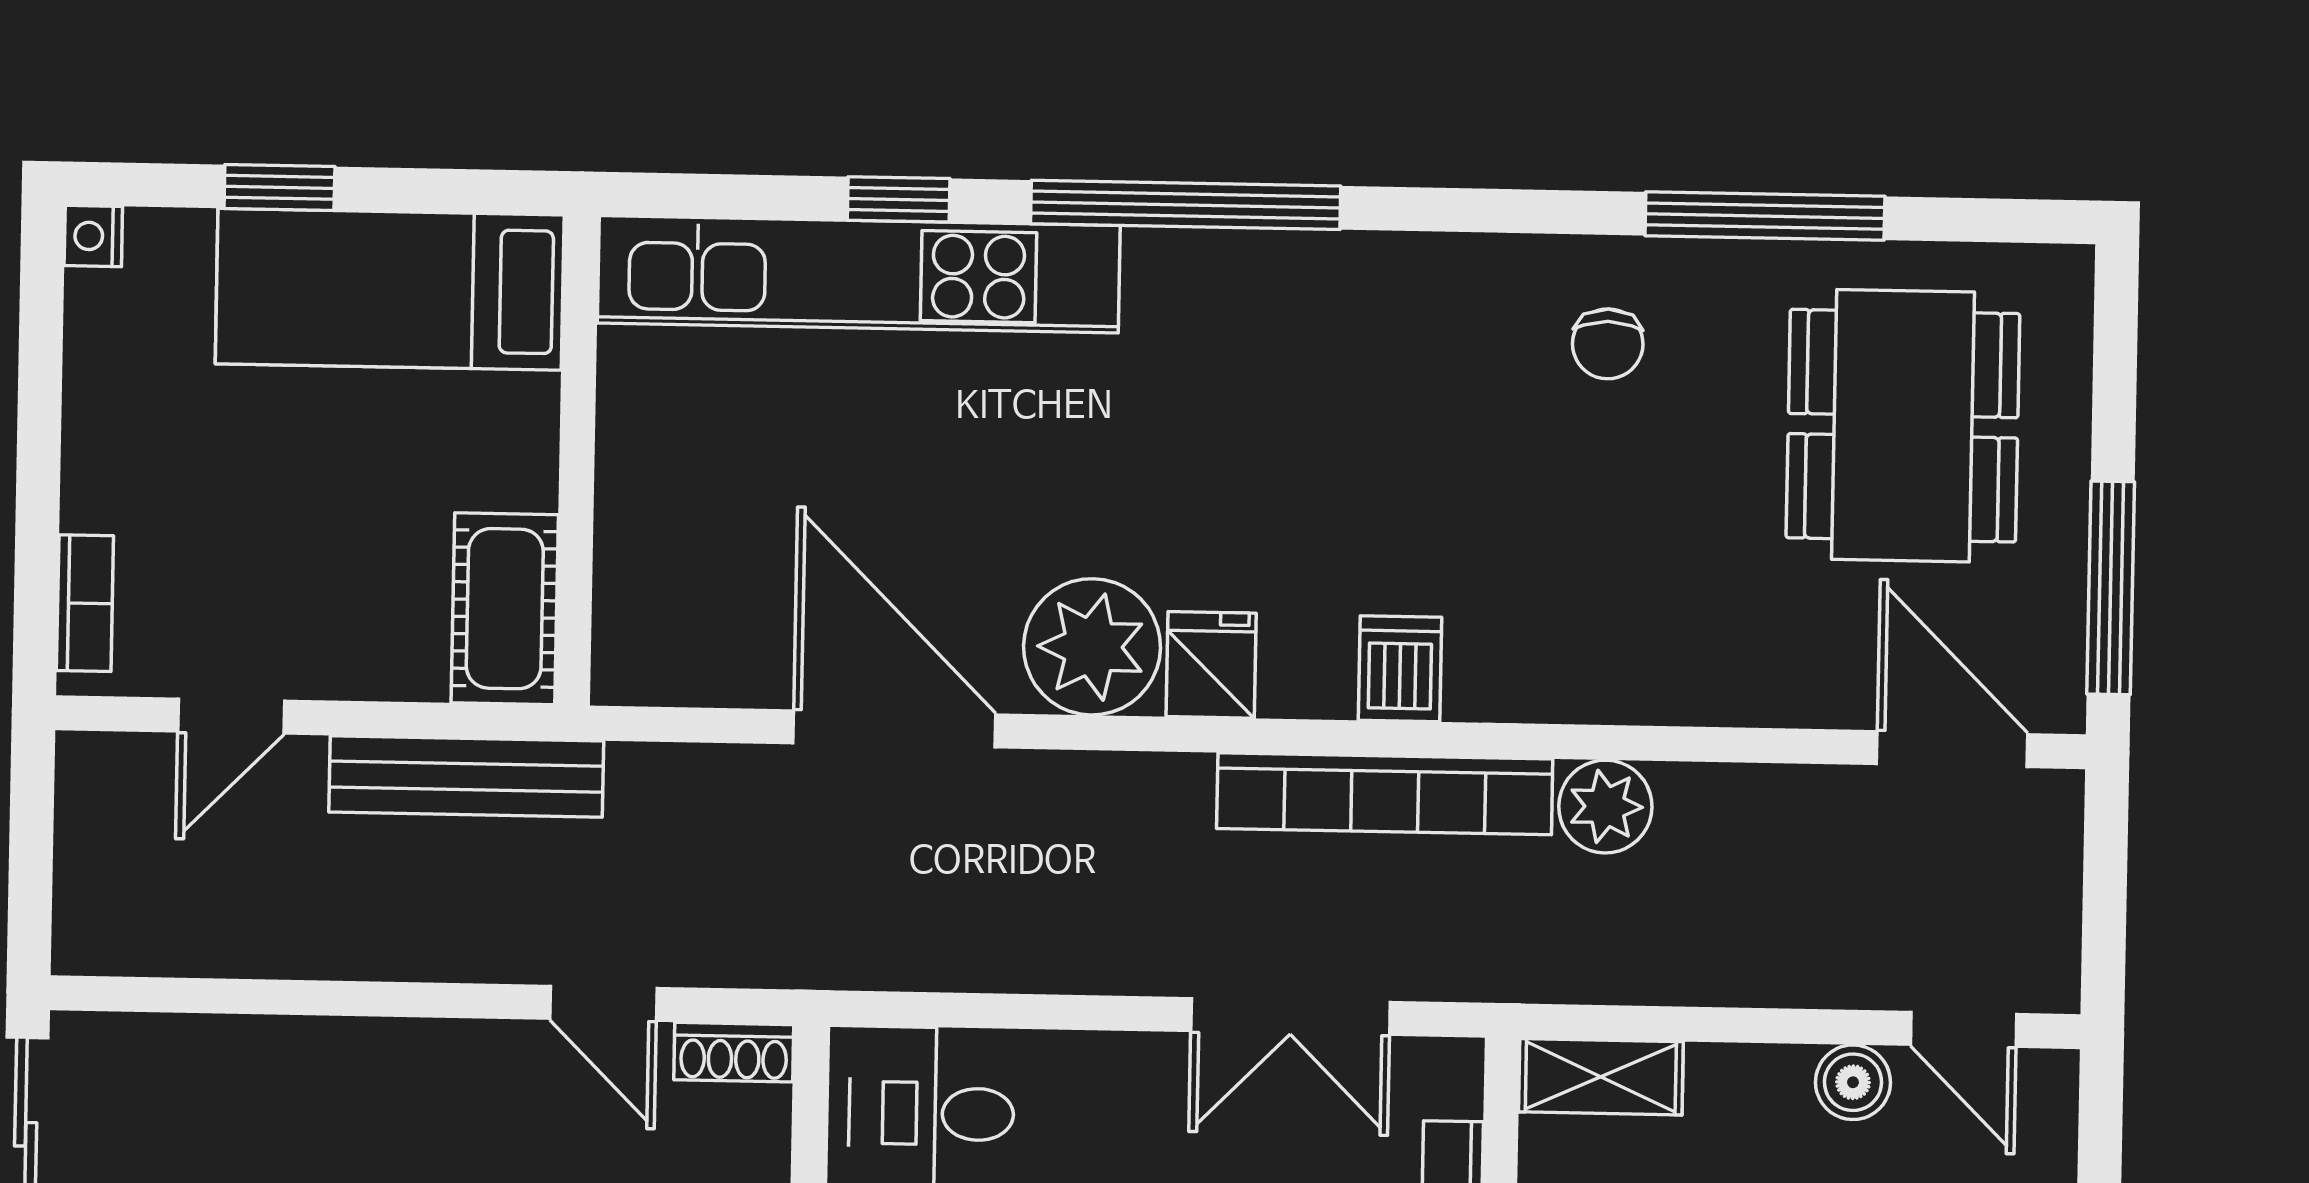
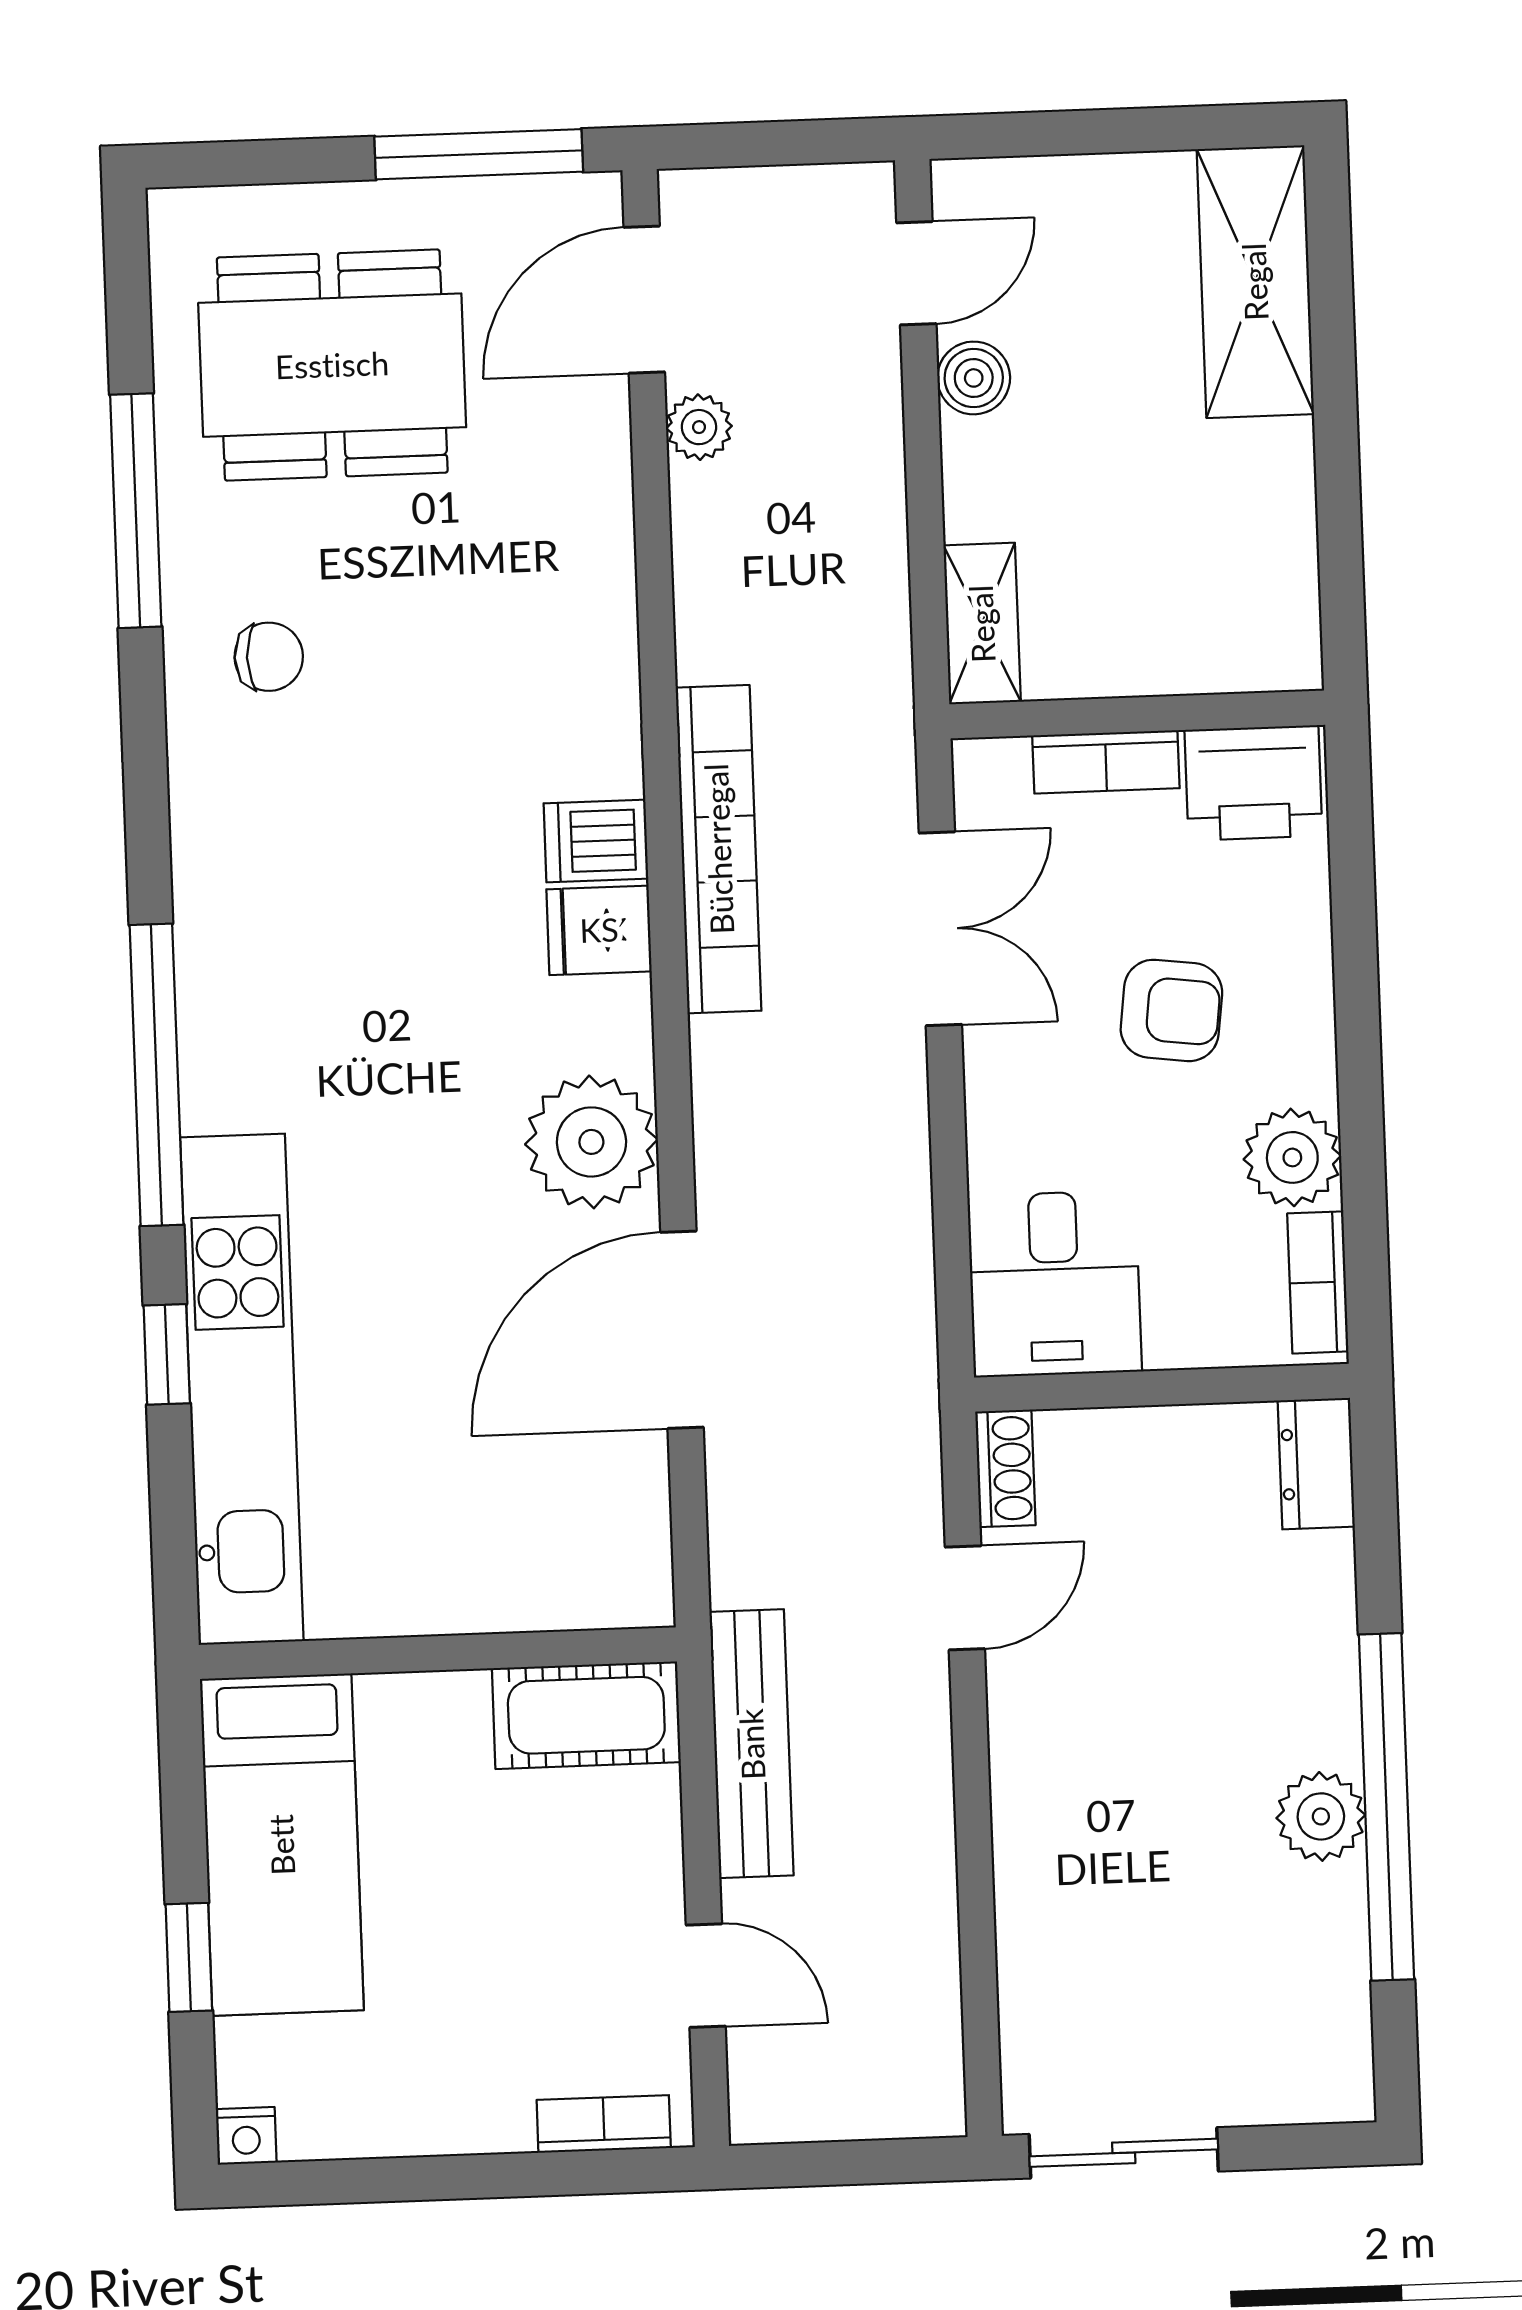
fridge: (1211, 665) -> (599, 930), moved
plant: (1605, 807) -> (699, 427), moved, width x0.73, depth x0.73

